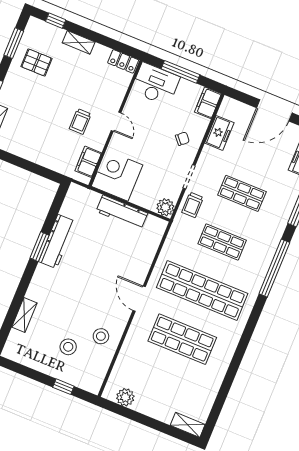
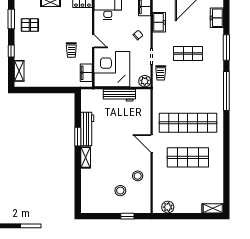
corner desk: (117, 176) -> (112, 69), width x1.36, depth x1.36
shop shelf: (222, 242) -> (188, 88), removed
shelving: (24, 315) -> (86, 157), moved

